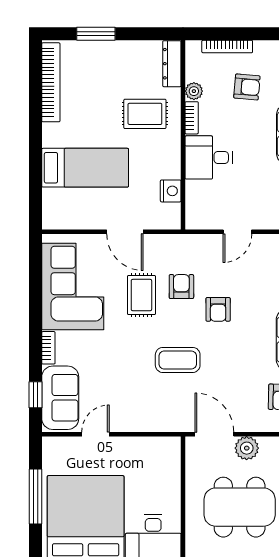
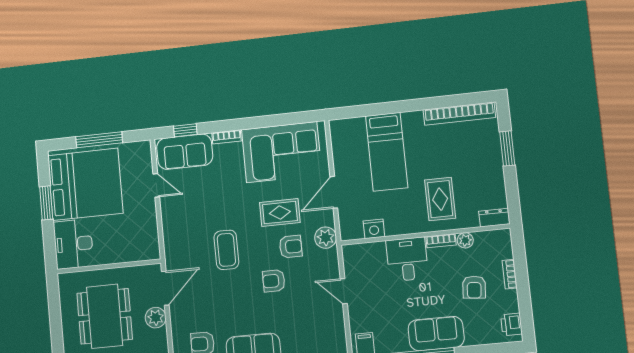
bookcase: (227, 47) -> (510, 274), width x0.64
dresser: (172, 64) -> (494, 218), width x0.70
plant: (175, 246) -> (326, 238), added

